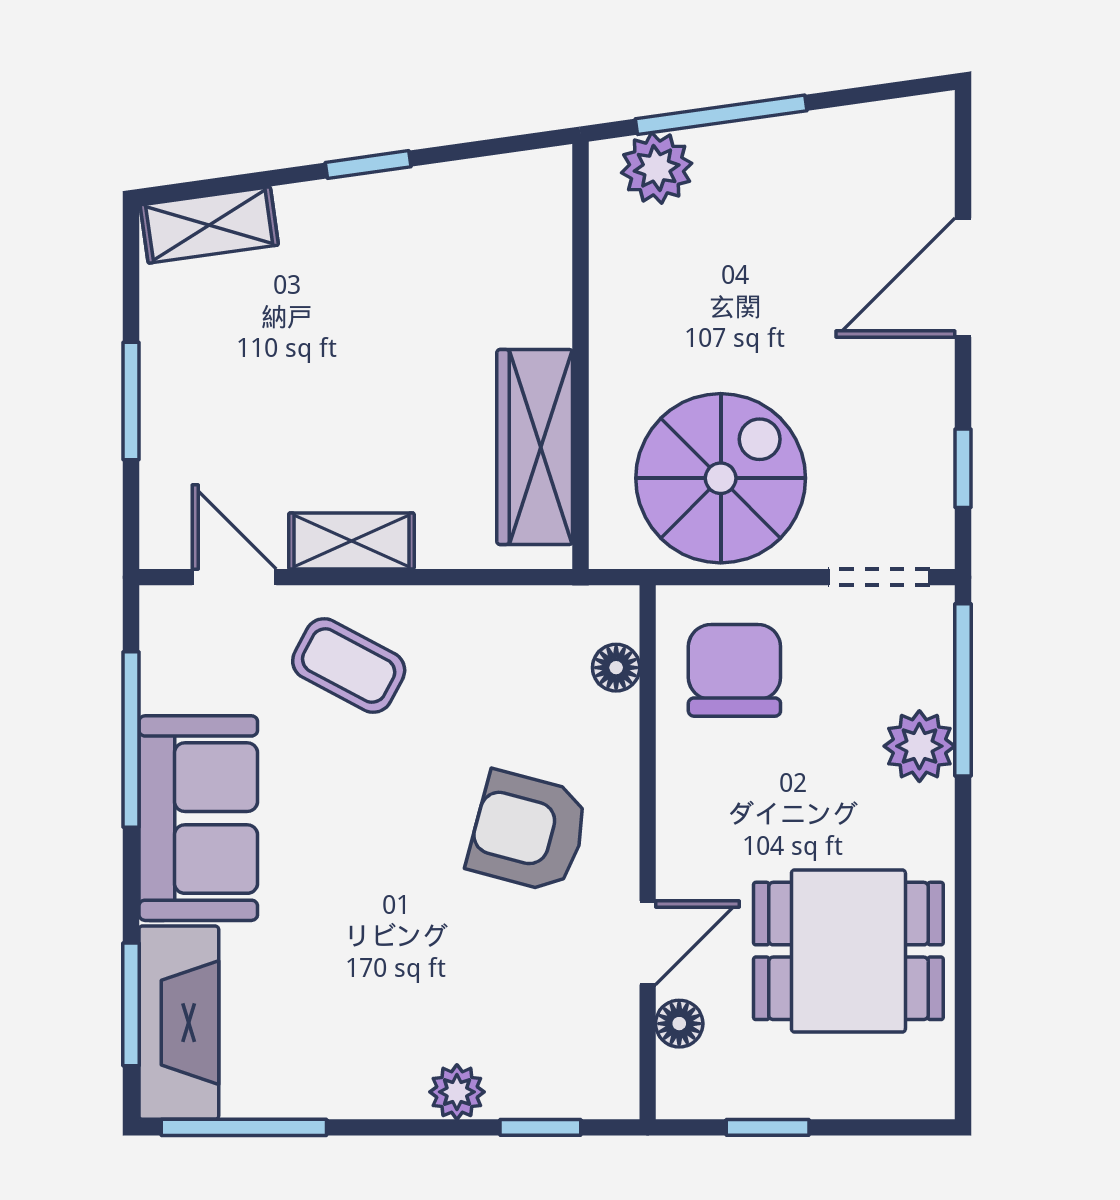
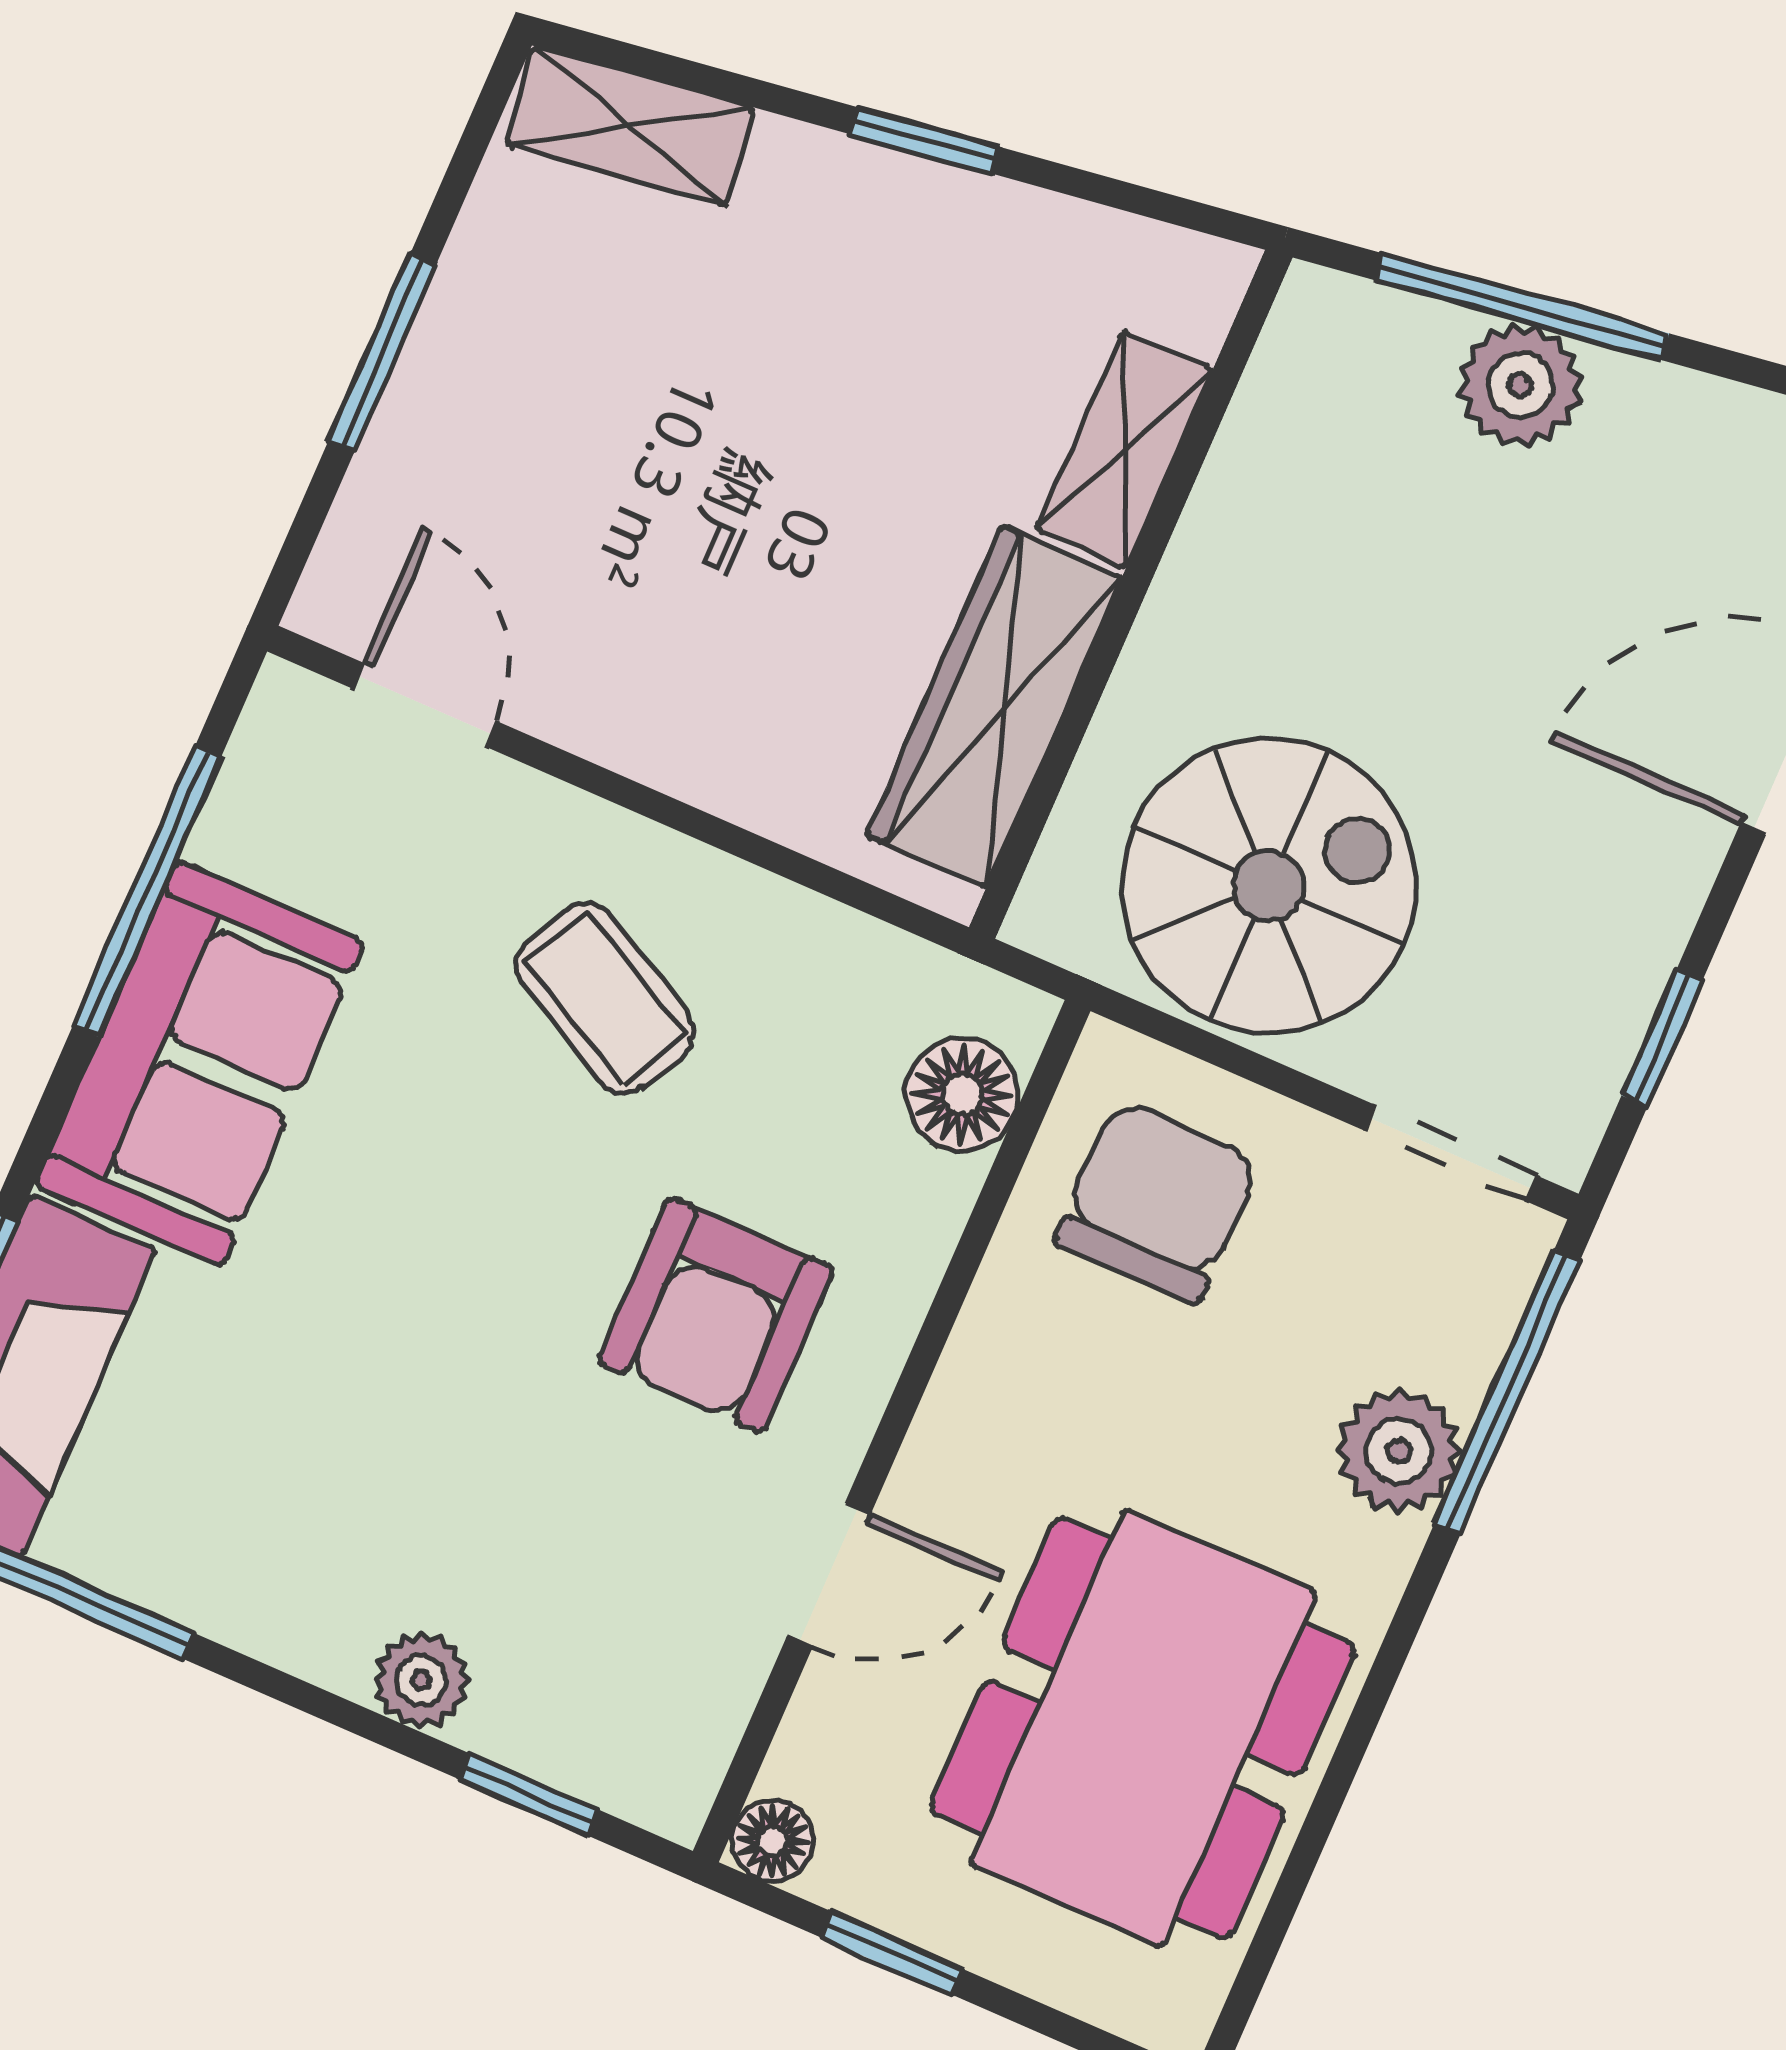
plant: (657, 168) -> (1520, 385), moved
shelving: (351, 541) -> (1125, 449), moved, turned 90
coffee table: (349, 666) -> (605, 998), moved
floor lamp: (616, 668) -> (962, 1095), width x1.37, depth x1.37
armchair: (528, 832) -> (716, 1315), turned -105
dining table: (848, 951) -> (1143, 1728), width x1.37
floor lamp: (679, 1024) -> (772, 1841), moved

